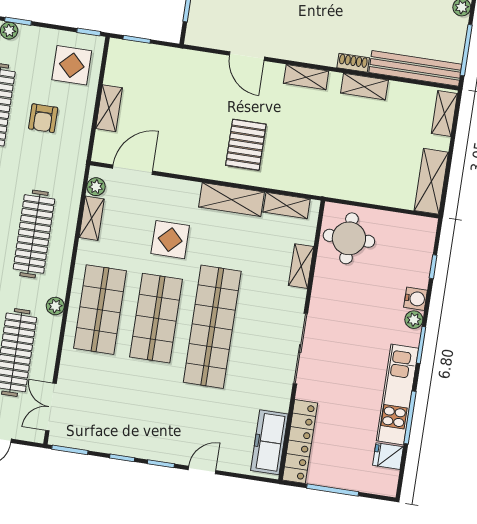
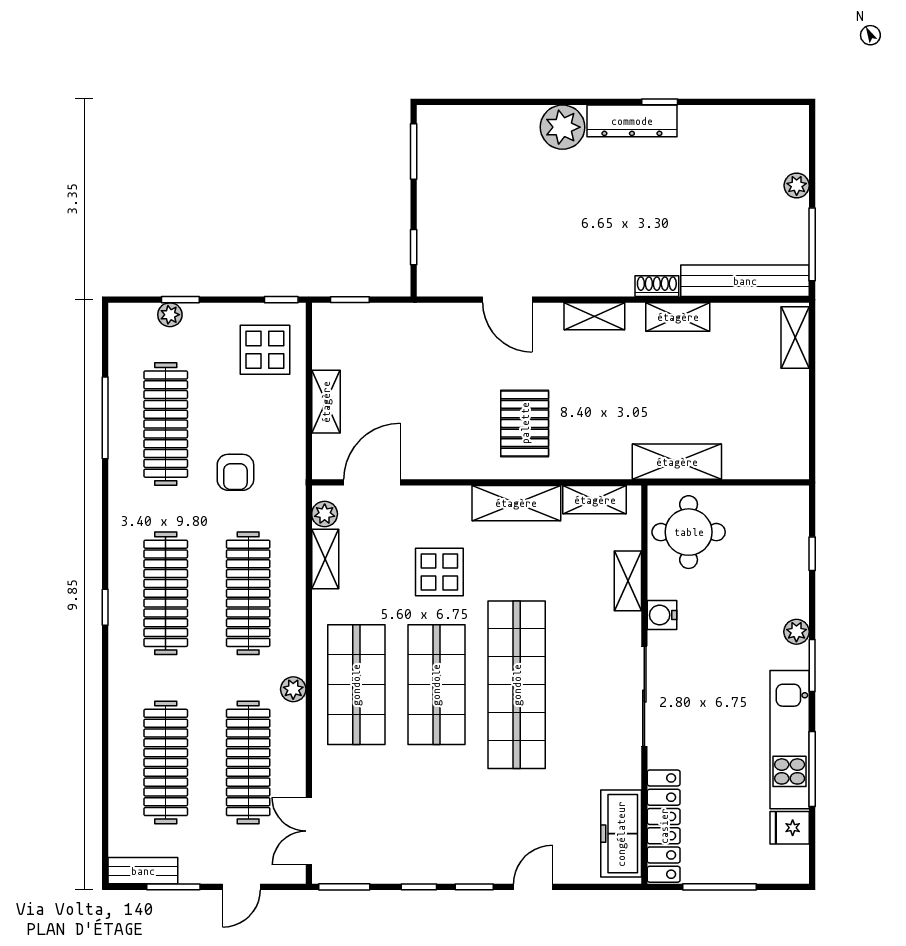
armchair: (43, 118) -> (235, 472), moved
shelving: (431, 181) -> (677, 462), moved, turned 90
water cooler: (416, 299) -> (662, 615), moved, turned 180

